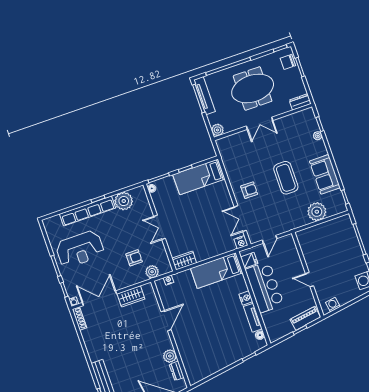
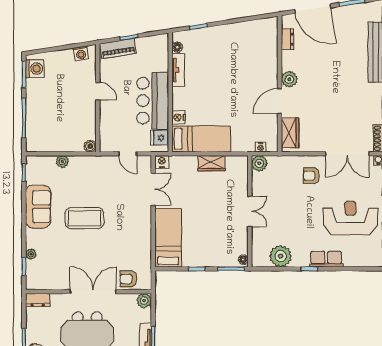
double door: (259, 123) -> (93, 292), width x1.37
bed: (199, 177) -> (168, 238), moved, turned -90
coffee table: (286, 178) -> (84, 218), turned 90
armchair: (249, 190) -> (128, 279), moved
row of seats: (88, 211) -> (326, 259), width x0.50
plant: (317, 212) -> (62, 162), width x0.53, depth x0.53
boiler: (301, 235) -> (90, 146), added
door: (270, 239) -> (128, 154), swing flipped
armchair: (134, 258) -> (311, 176), moved
wardrobe: (184, 261) -> (211, 163), moved
plant: (152, 272) -> (259, 163), moved
wardrobe: (131, 296) -> (290, 133), moved, turned 90
nightstand: (246, 298) -> (179, 117), moved
plant: (170, 356) -> (289, 79), moved

